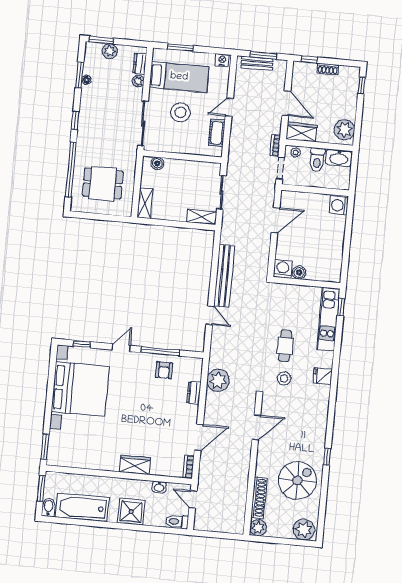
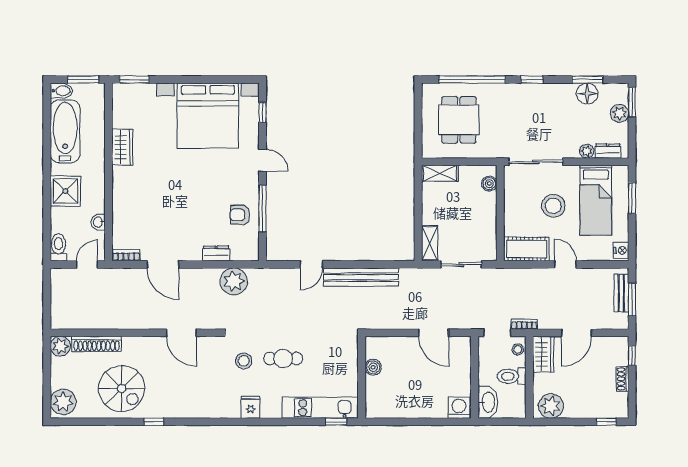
floor lamp: (86, 80) -> (587, 94), width x1.89, depth x1.89
cot: (217, 133) -> (527, 249), width x1.37, depth x1.34
washbasin: (339, 158) -> (488, 402), moved, turned 180
washing machine: (283, 269) -> (376, 347), removed
wardrobe: (135, 465) -> (122, 147), moved

